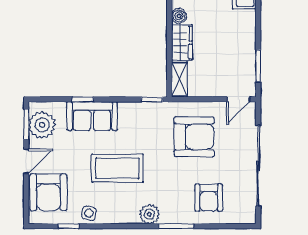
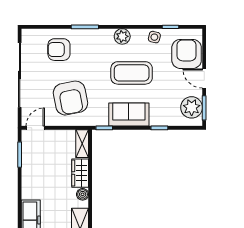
sofa: (92, 116) -> (129, 115), moved
armchair: (194, 137) -> (70, 98), turned -101
door: (26, 161) -> (204, 78), hinge flipped
armchair: (209, 198) -> (59, 50), turned -90
plant: (149, 214) -> (122, 36), moved

